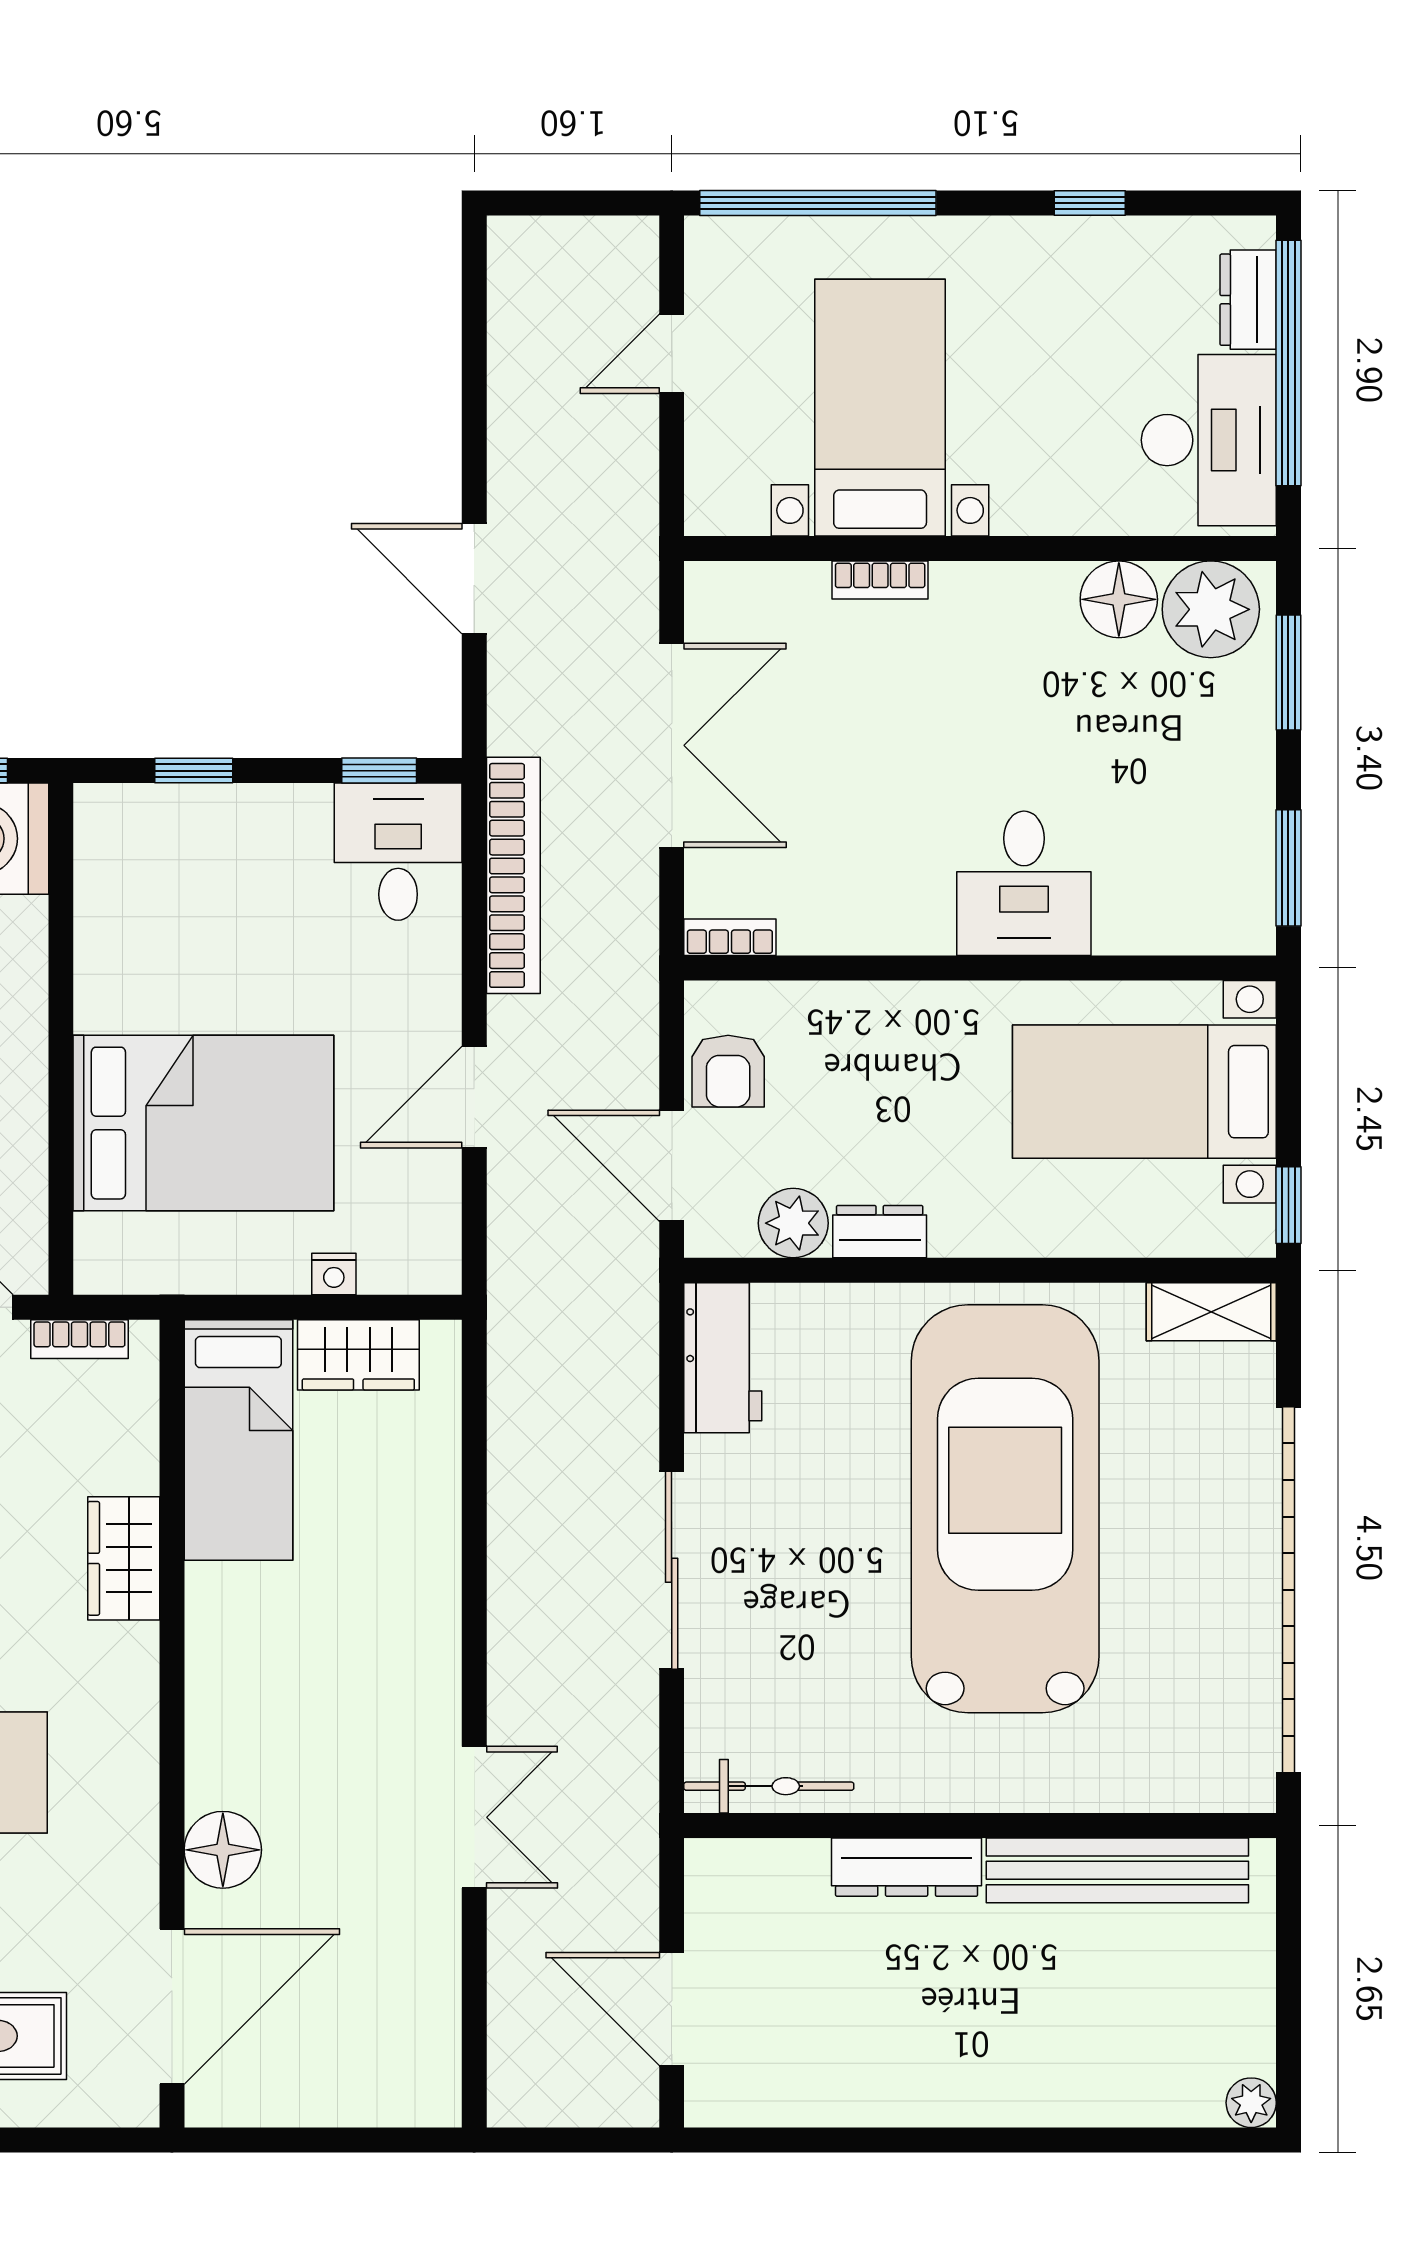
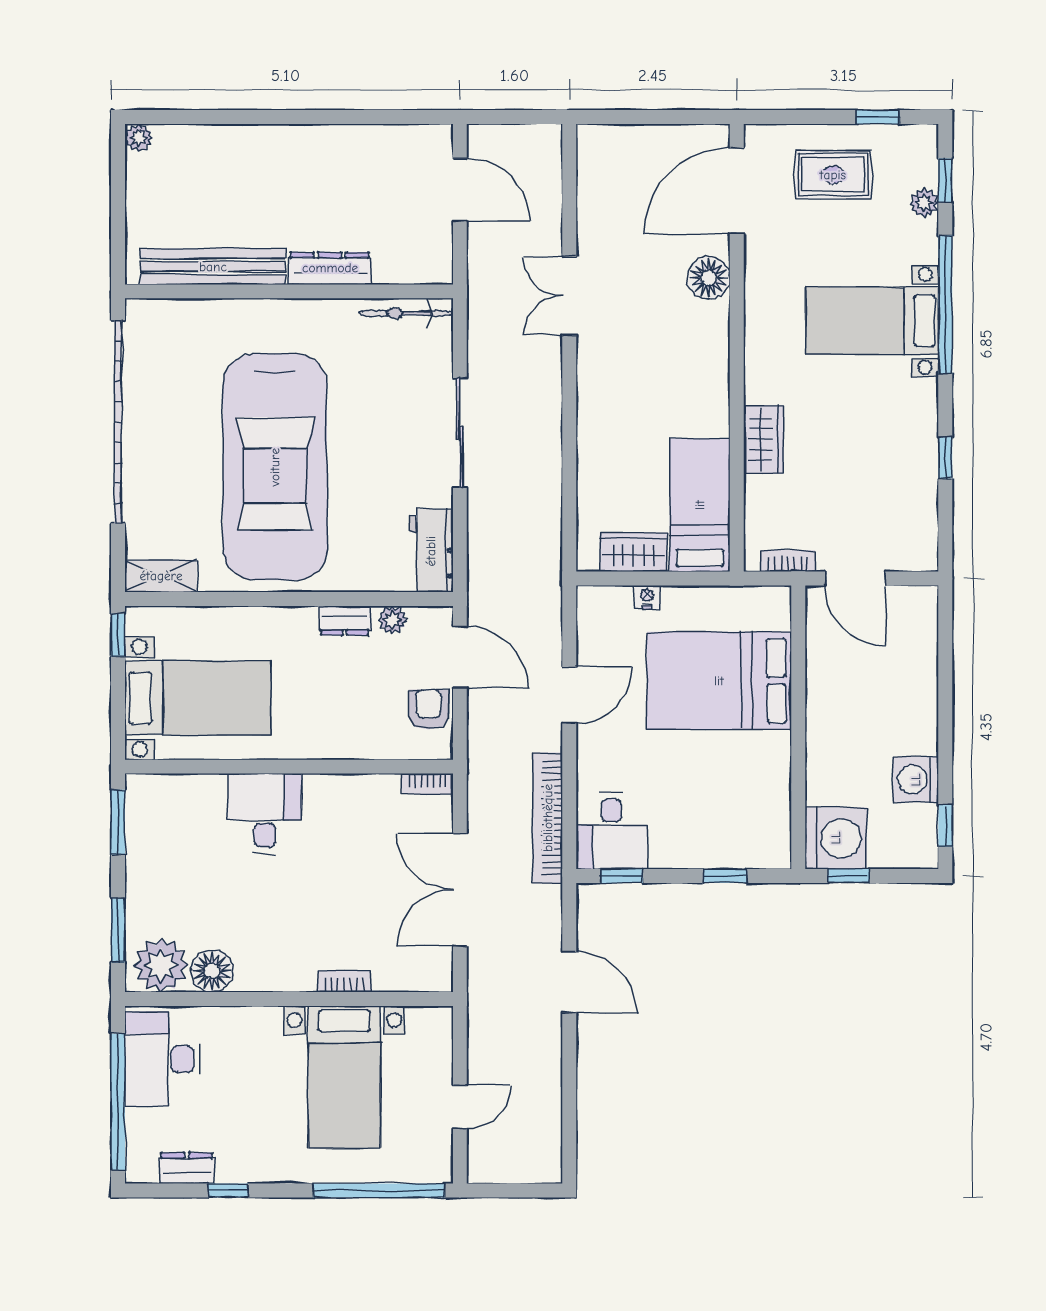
dresser: (1248, 300) -> (187, 1168), moved, turned -90
plant: (793, 1223) -> (392, 620), width x0.73, depth x0.73

